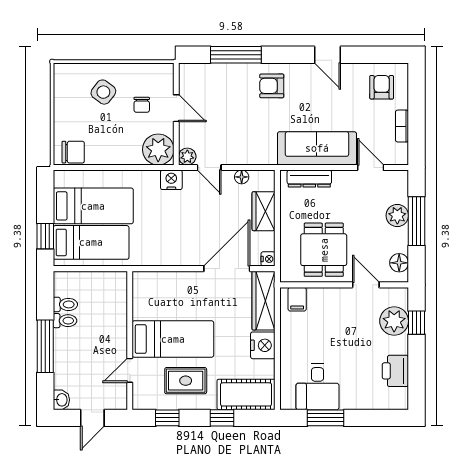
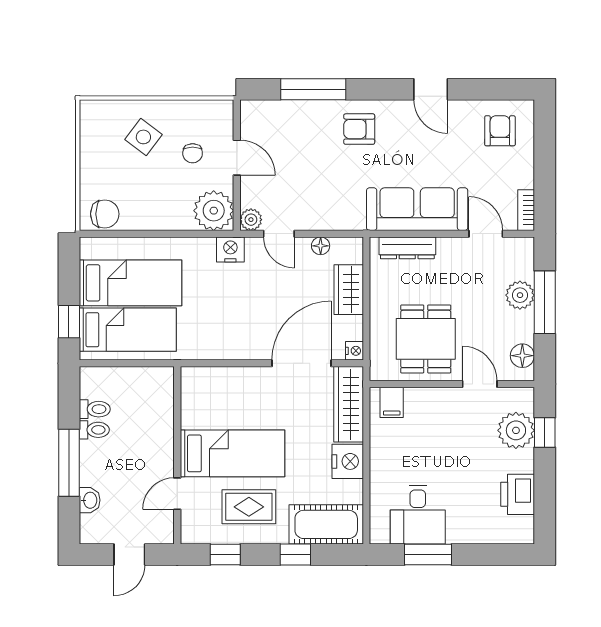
bookcase: (402, 126) -> (526, 210), moved
washbasin: (61, 400) -> (90, 500), moved

